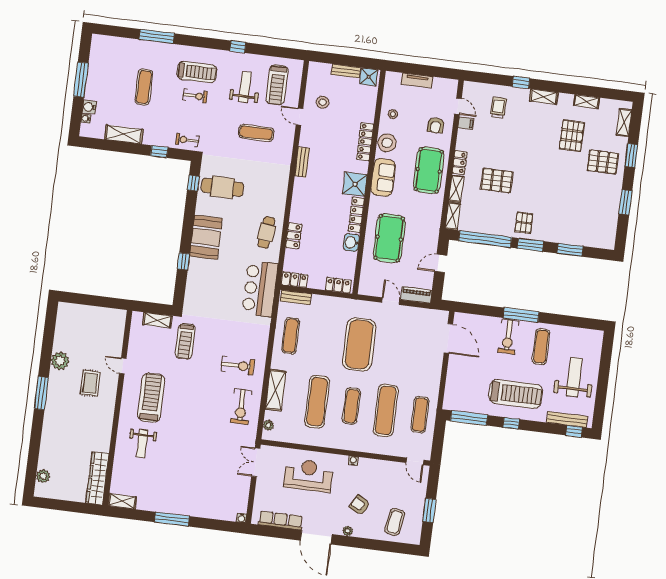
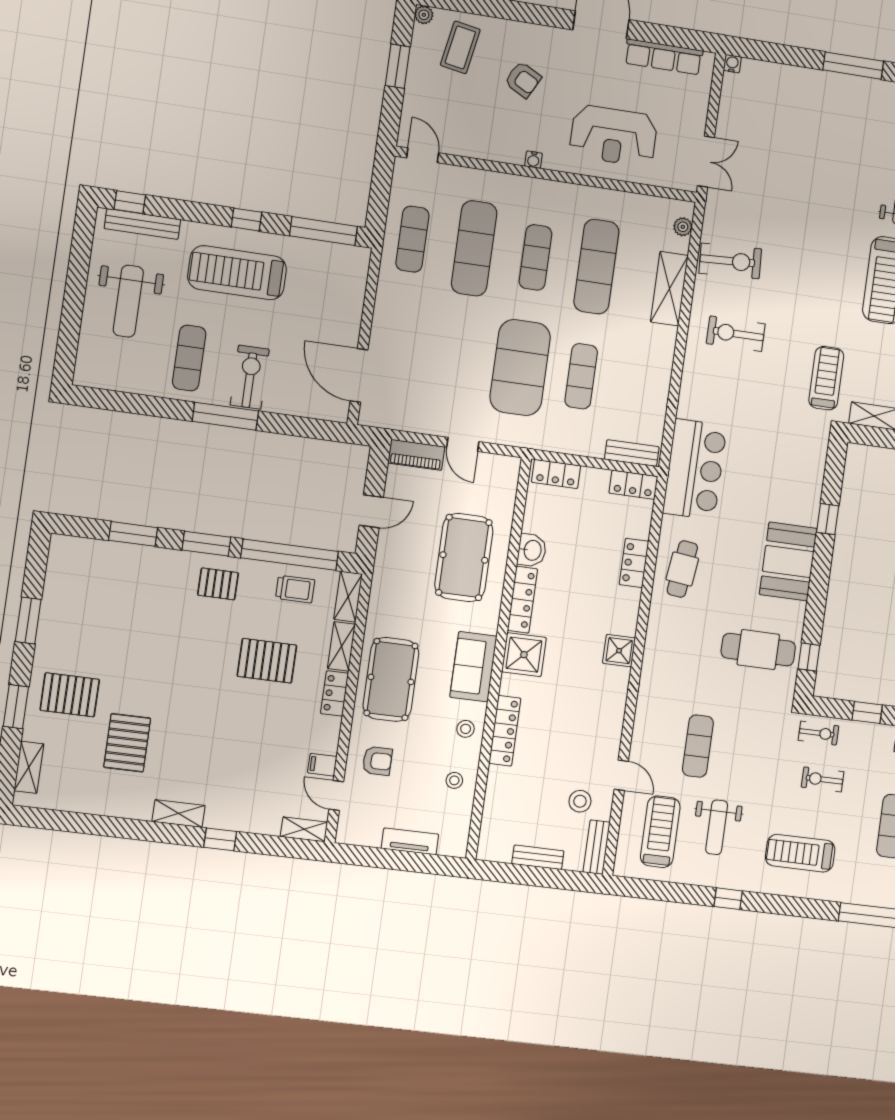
shower: (369, 77) -> (619, 651), moved
exercise bike: (195, 96) -> (823, 779), moved
shelving: (587, 102) -> (304, 829), moved
trolley: (498, 108) -> (295, 589), moved, turned -90
armchair: (436, 125) -> (377, 761), turned 90
exercise mat: (256, 133) -> (698, 746), turned 90
stool: (387, 143) -> (466, 729), width x0.53, depth x0.53
bench: (302, 162) -> (597, 847), moved
pallet: (524, 223) -> (218, 584), turned 90
exercise mat: (291, 336) -> (581, 376), moved
exercise bike: (241, 407) -> (730, 261), turned 87
plant: (348, 531) -> (424, 15), moved

